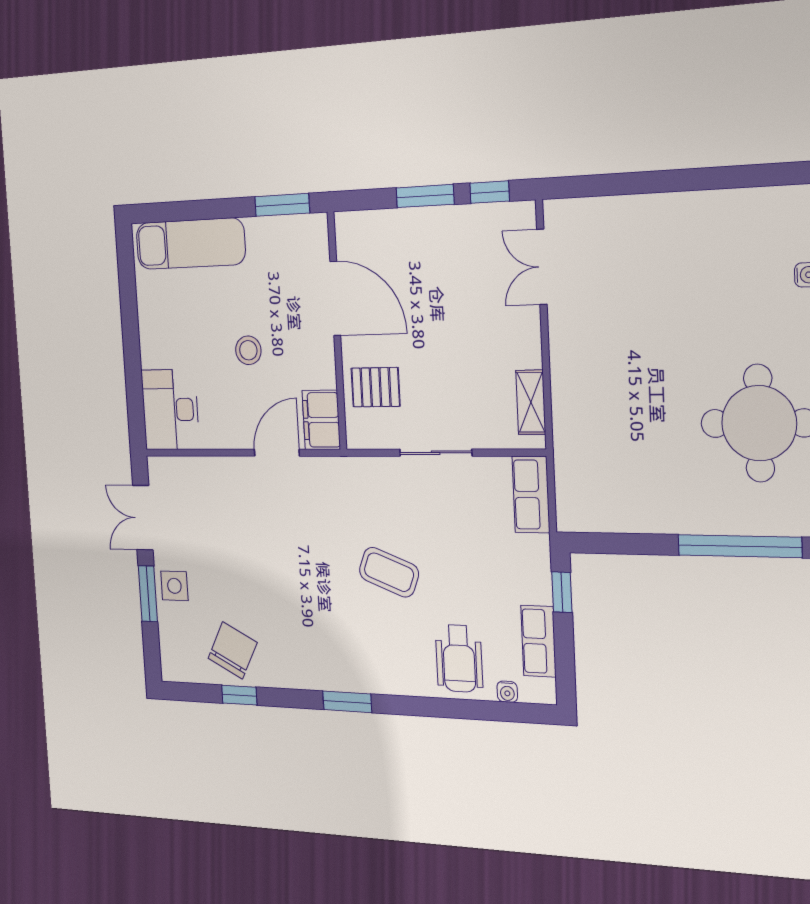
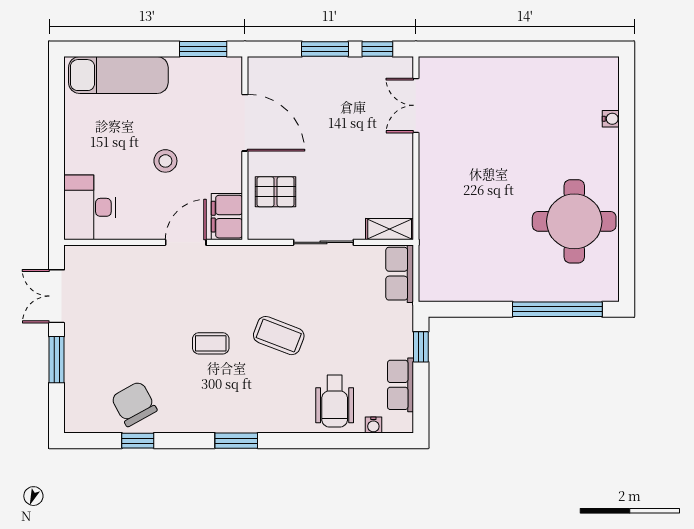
shelving: (531, 402) -> (390, 229), moved, turned 90
coffee table: (312, 580) -> (211, 343), added
side table: (174, 586) -> (83, 352), removed
chair: (232, 650) -> (134, 404), turned -56

